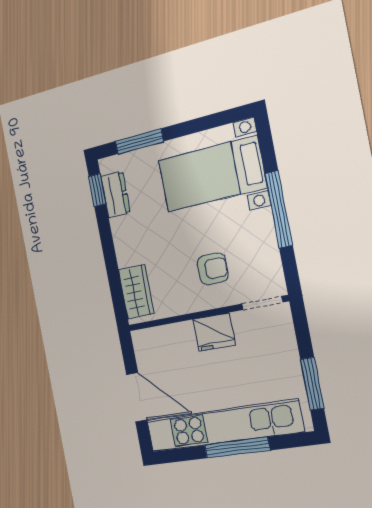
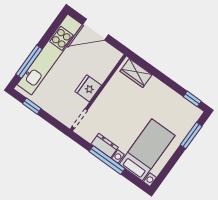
dresser: (115, 195) -> (105, 146), moved, turned 180
armchair: (213, 269) -> (112, 113), removed
window: (312, 384) -> (32, 106), width x0.67
window: (237, 448) -> (29, 62), moved

